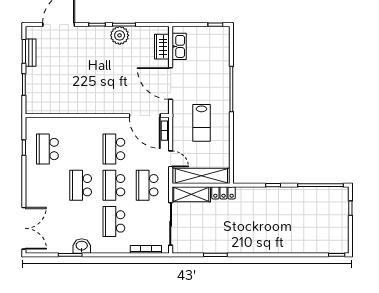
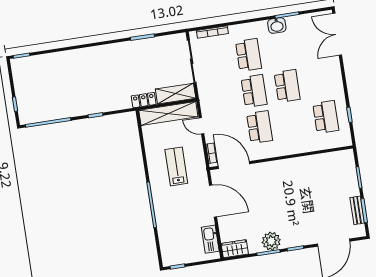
wardrobe: (162, 47) -> (235, 249), moved, turned -90
school desk: (147, 185) -> (221, 96), removed

